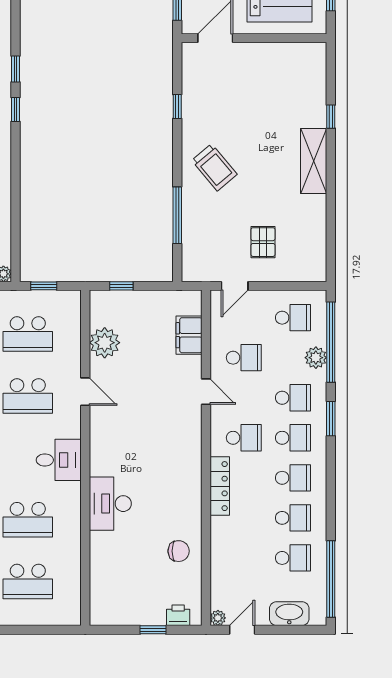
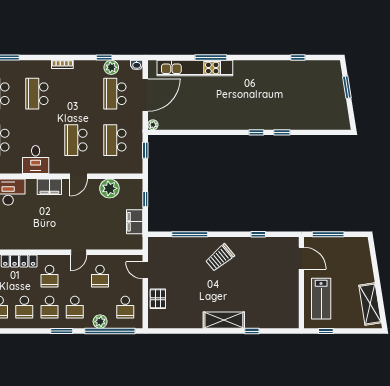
pallet: (263, 242) -> (158, 299), moved, turned 90
filing cabinet: (189, 335) -> (135, 222), moved, turned -90
filing cabinet: (102, 438) -> (49, 187), added

